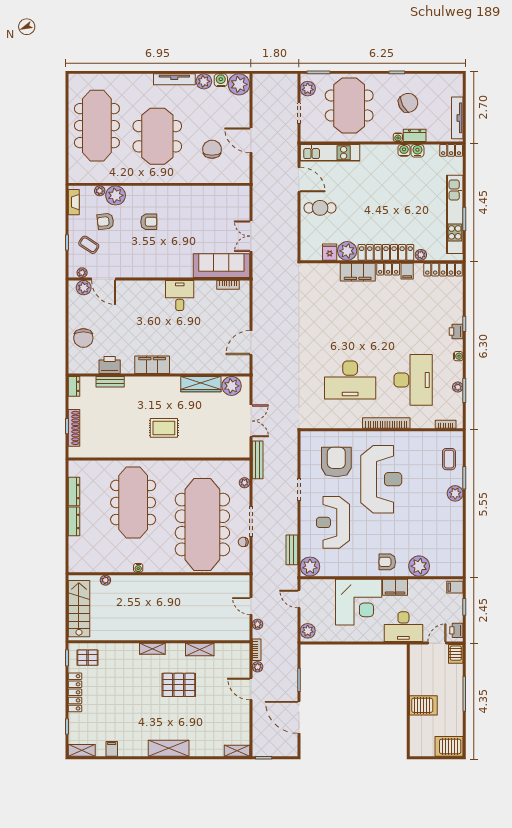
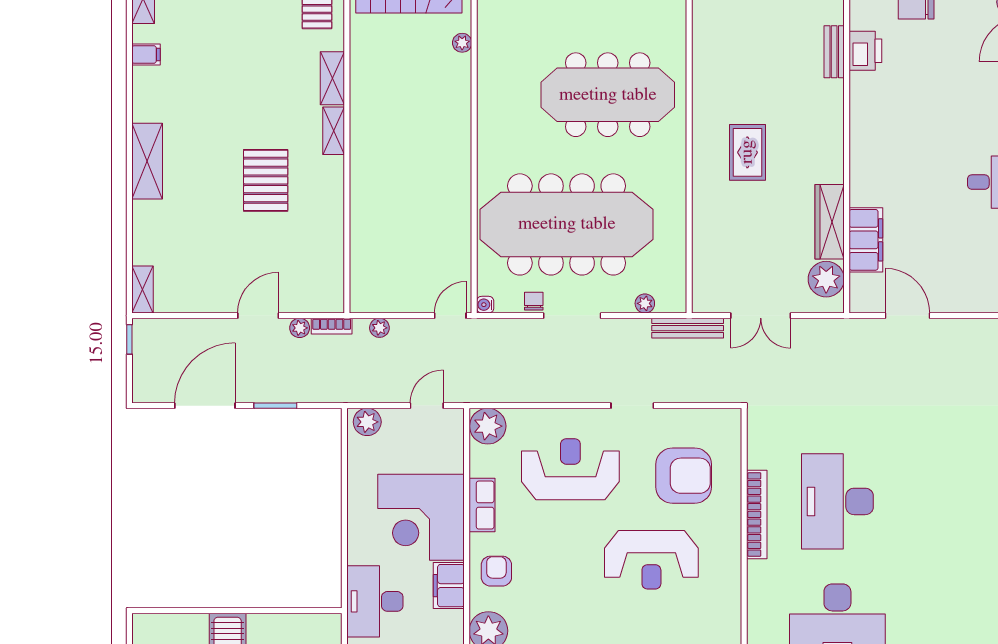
filing cabinet: (152, 365) -> (866, 240), moved
bookcase: (386, 423) -> (757, 514), moved
reception desk: (381, 479) -> (651, 560), width x0.74, depth x0.77
bench: (292, 550) -> (519, 392), removed
water cooler: (138, 568) -> (485, 305), moved
row of seats: (352, 570) -> (482, 505), added
door: (251, 606) -> (450, 316), moved
shelving: (200, 649) -> (332, 78), moved

